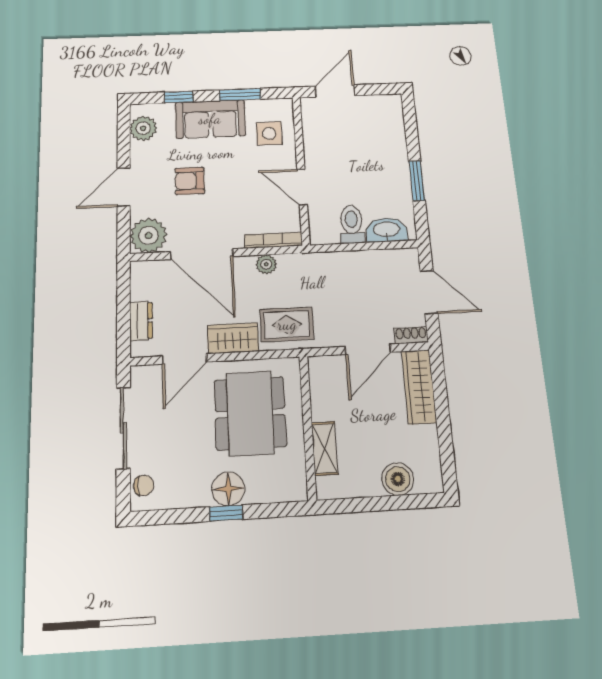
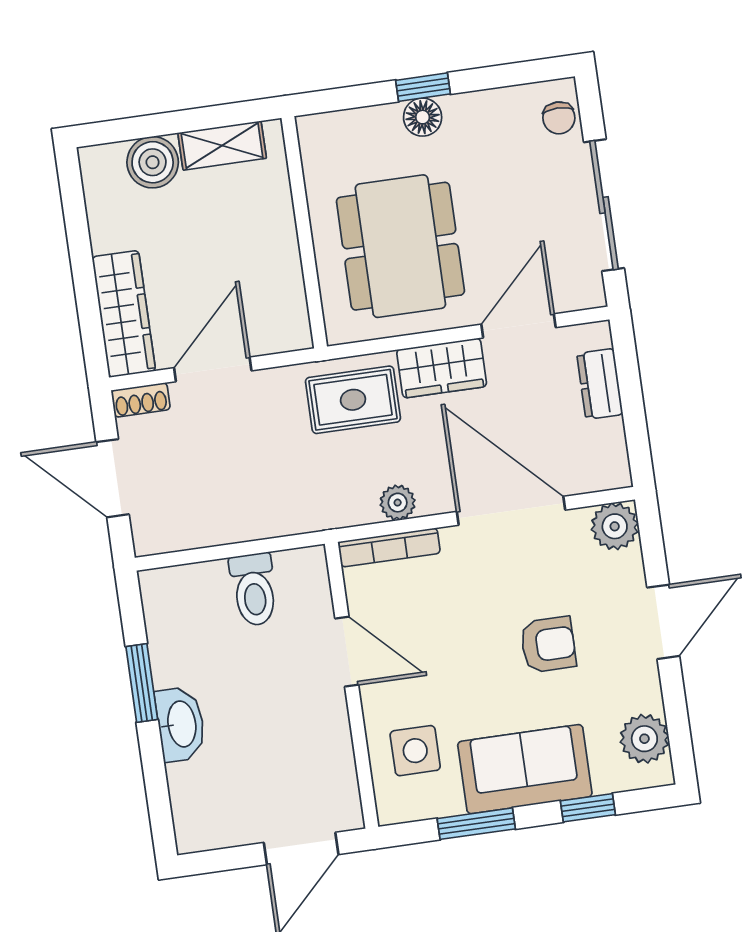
washbasin: (387, 230) -> (181, 724), moved, turned -90
plant: (149, 235) -> (615, 526), width x0.73, depth x0.73
shelving: (325, 448) -> (222, 146), moved, turned 90
chair: (144, 485) -> (559, 118), turned -90
floor lamp: (228, 489) -> (423, 117), width x0.73, depth x0.73

